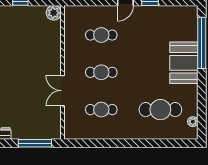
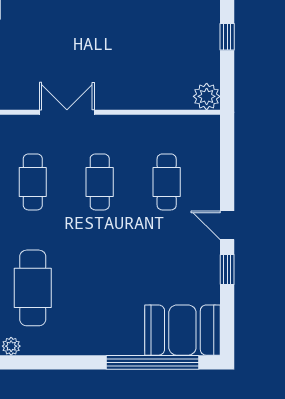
booth: (184, 63) -> (182, 330), moved

